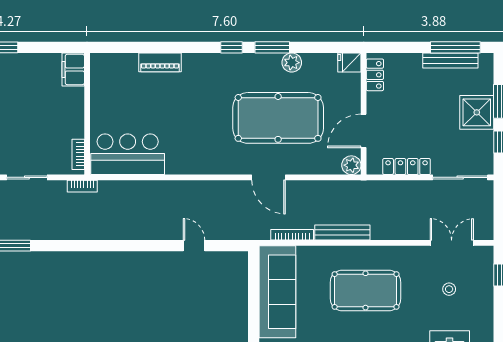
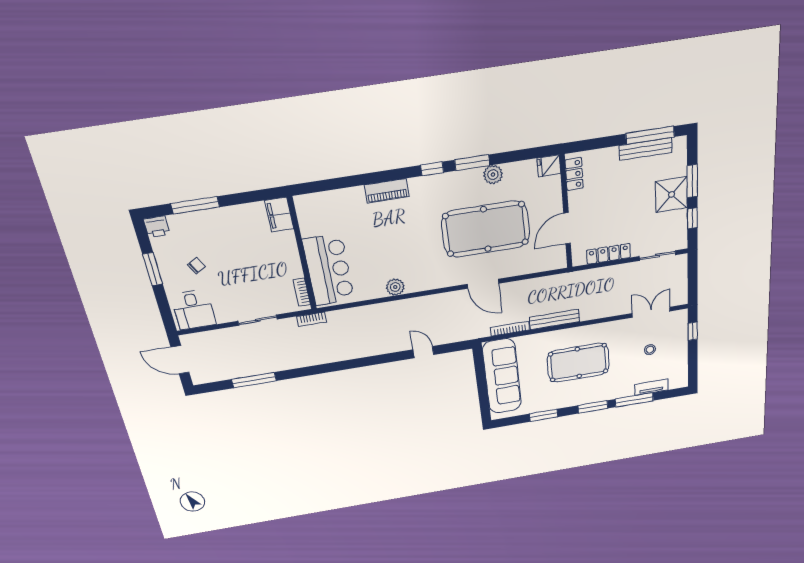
piano: (160, 62) -> (387, 191), moved
bar counter: (128, 154) -> (329, 270), moved, turned 90
plant: (351, 165) -> (395, 287), moved
sliding door: (460, 177) -> (657, 256), width x0.73

